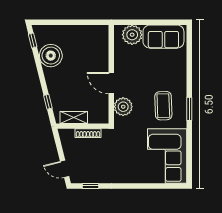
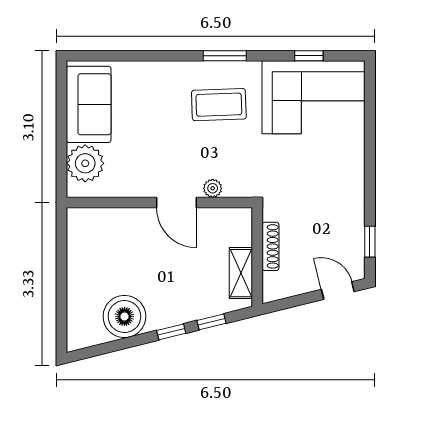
window: (33, 40) -> (171, 332), moved
door: (111, 83) -> (176, 202), hinge flipped
plant: (123, 107) -> (213, 188), width x0.53, depth x0.53
window: (189, 154) -> (309, 56), added
door: (65, 169) -> (338, 290), swing flipped

